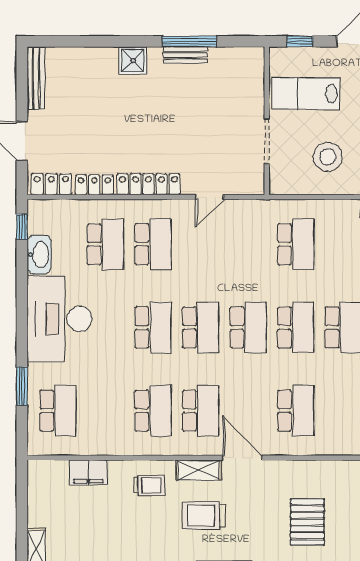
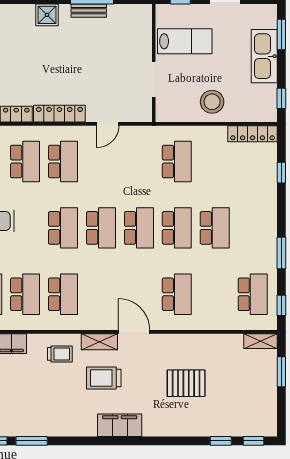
lab bench: (306, 94) -> (185, 41), turned 180
stool: (328, 157) -> (212, 102), moved
school desk: (201, 411) -> (25, 294), moved
pallet: (307, 522) -> (186, 383), turned 90

